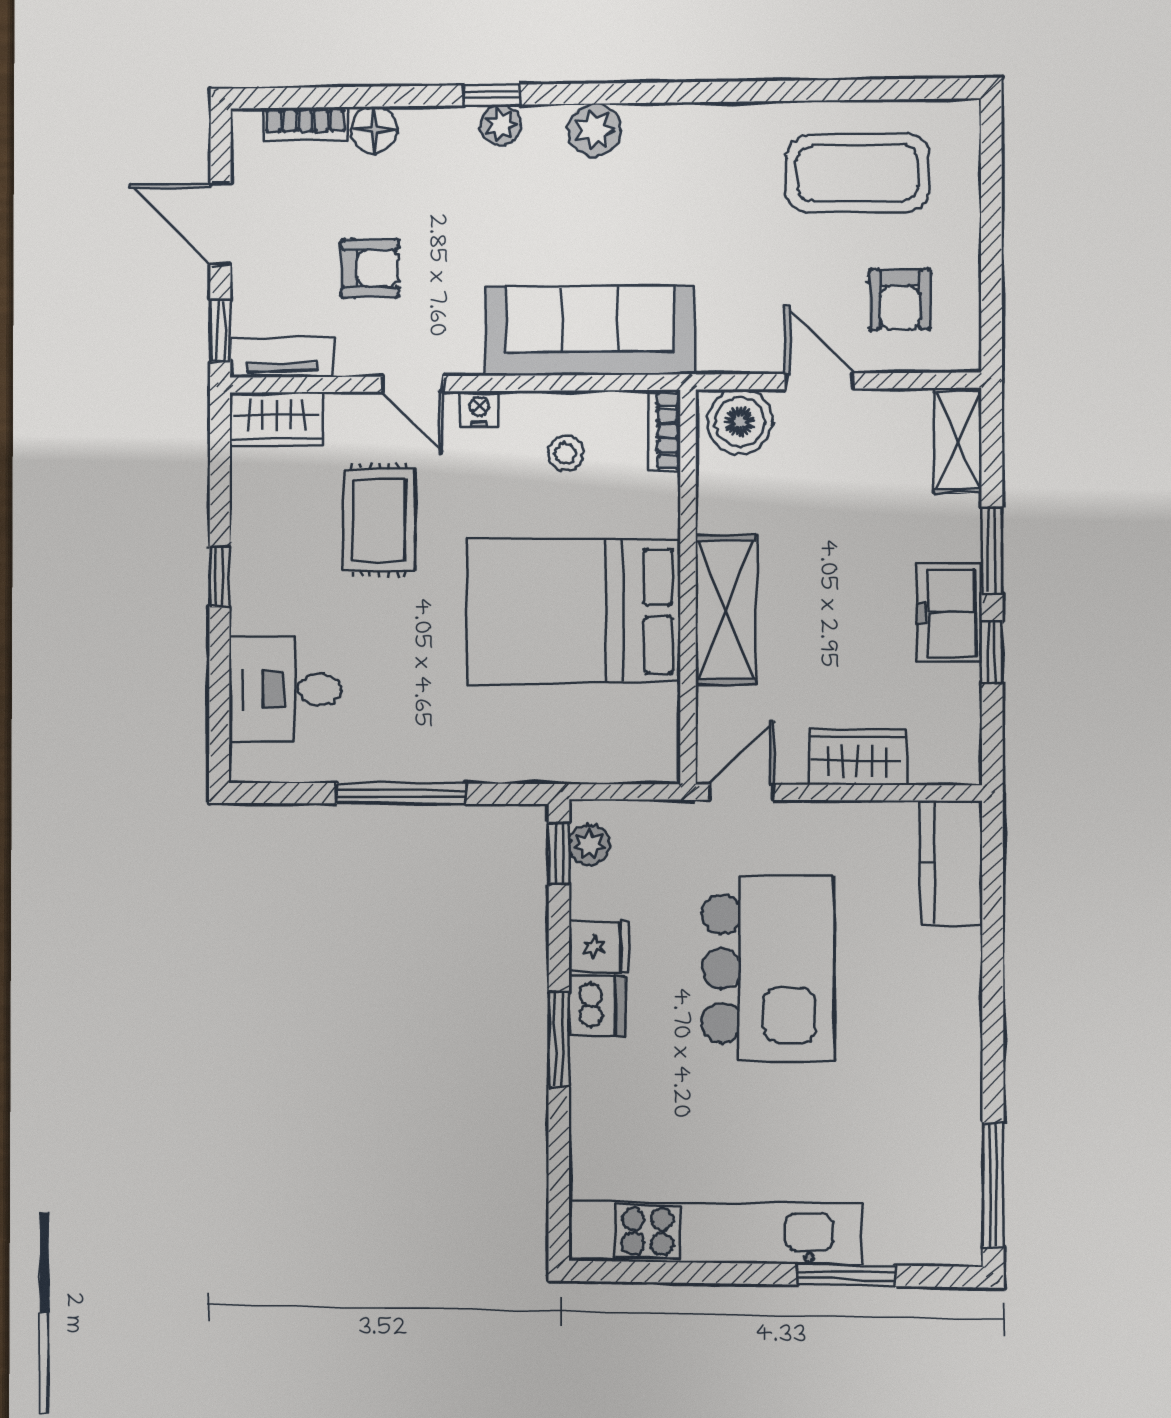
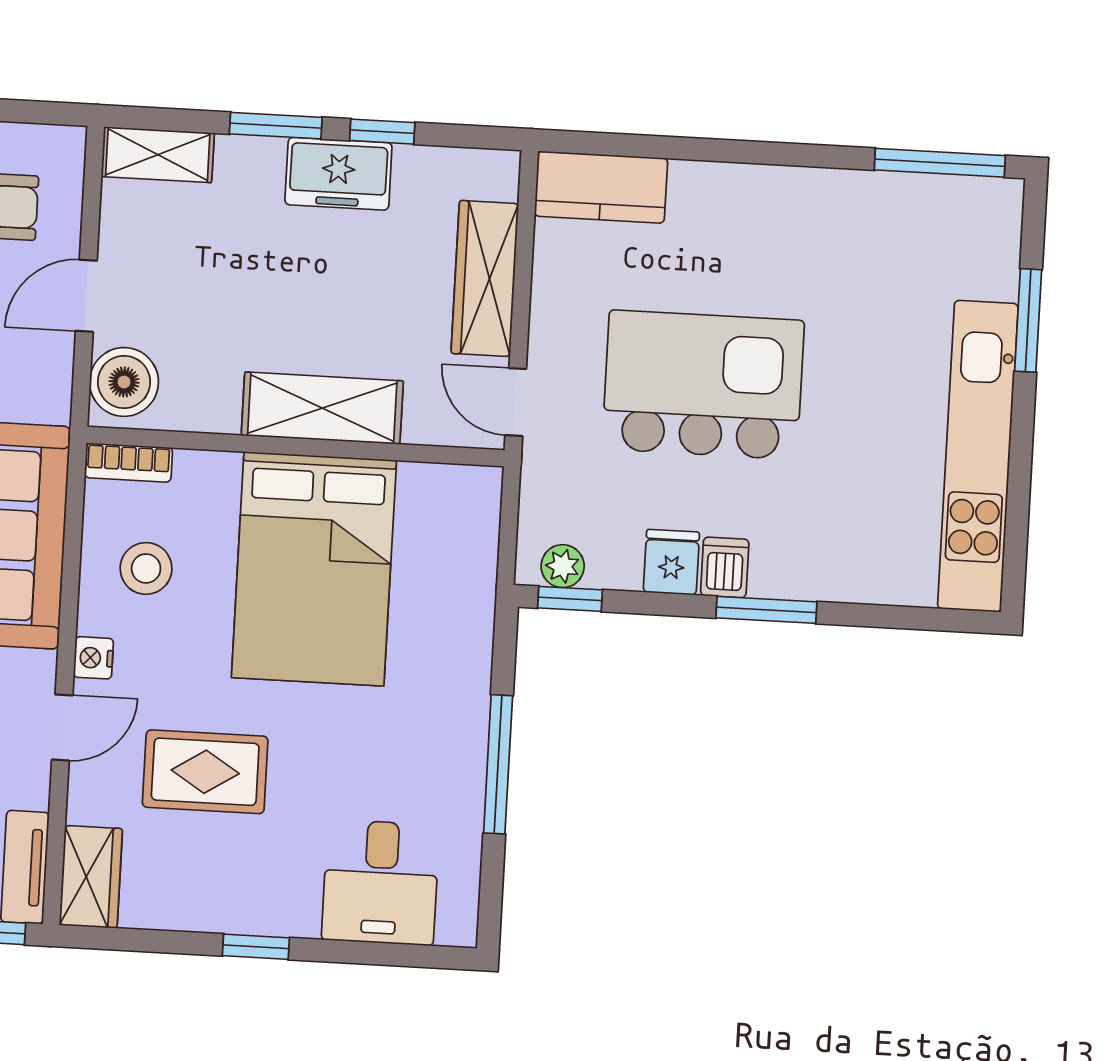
stool: (566, 453) -> (146, 568), width x1.37, depth x1.37
wardrobe: (857, 757) -> (485, 278), width x1.50
dishwasher: (597, 1006) -> (725, 567), width x0.73

